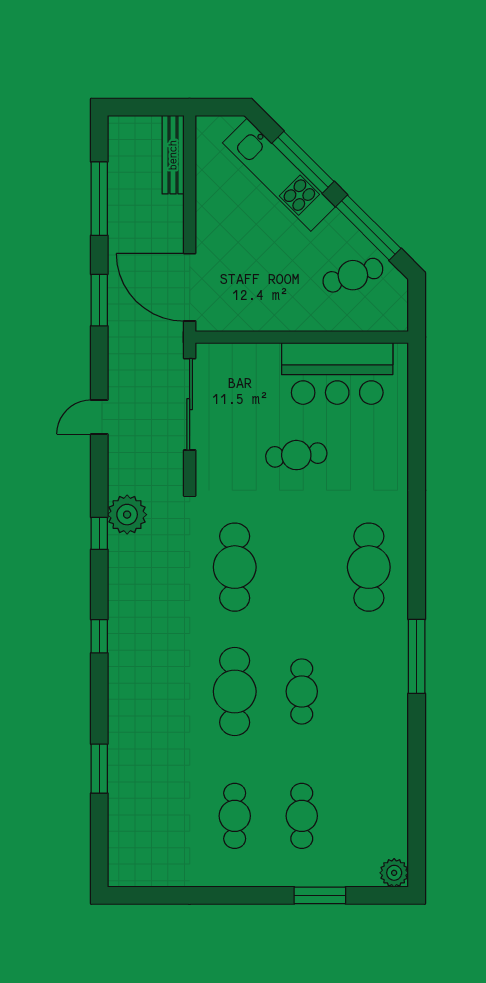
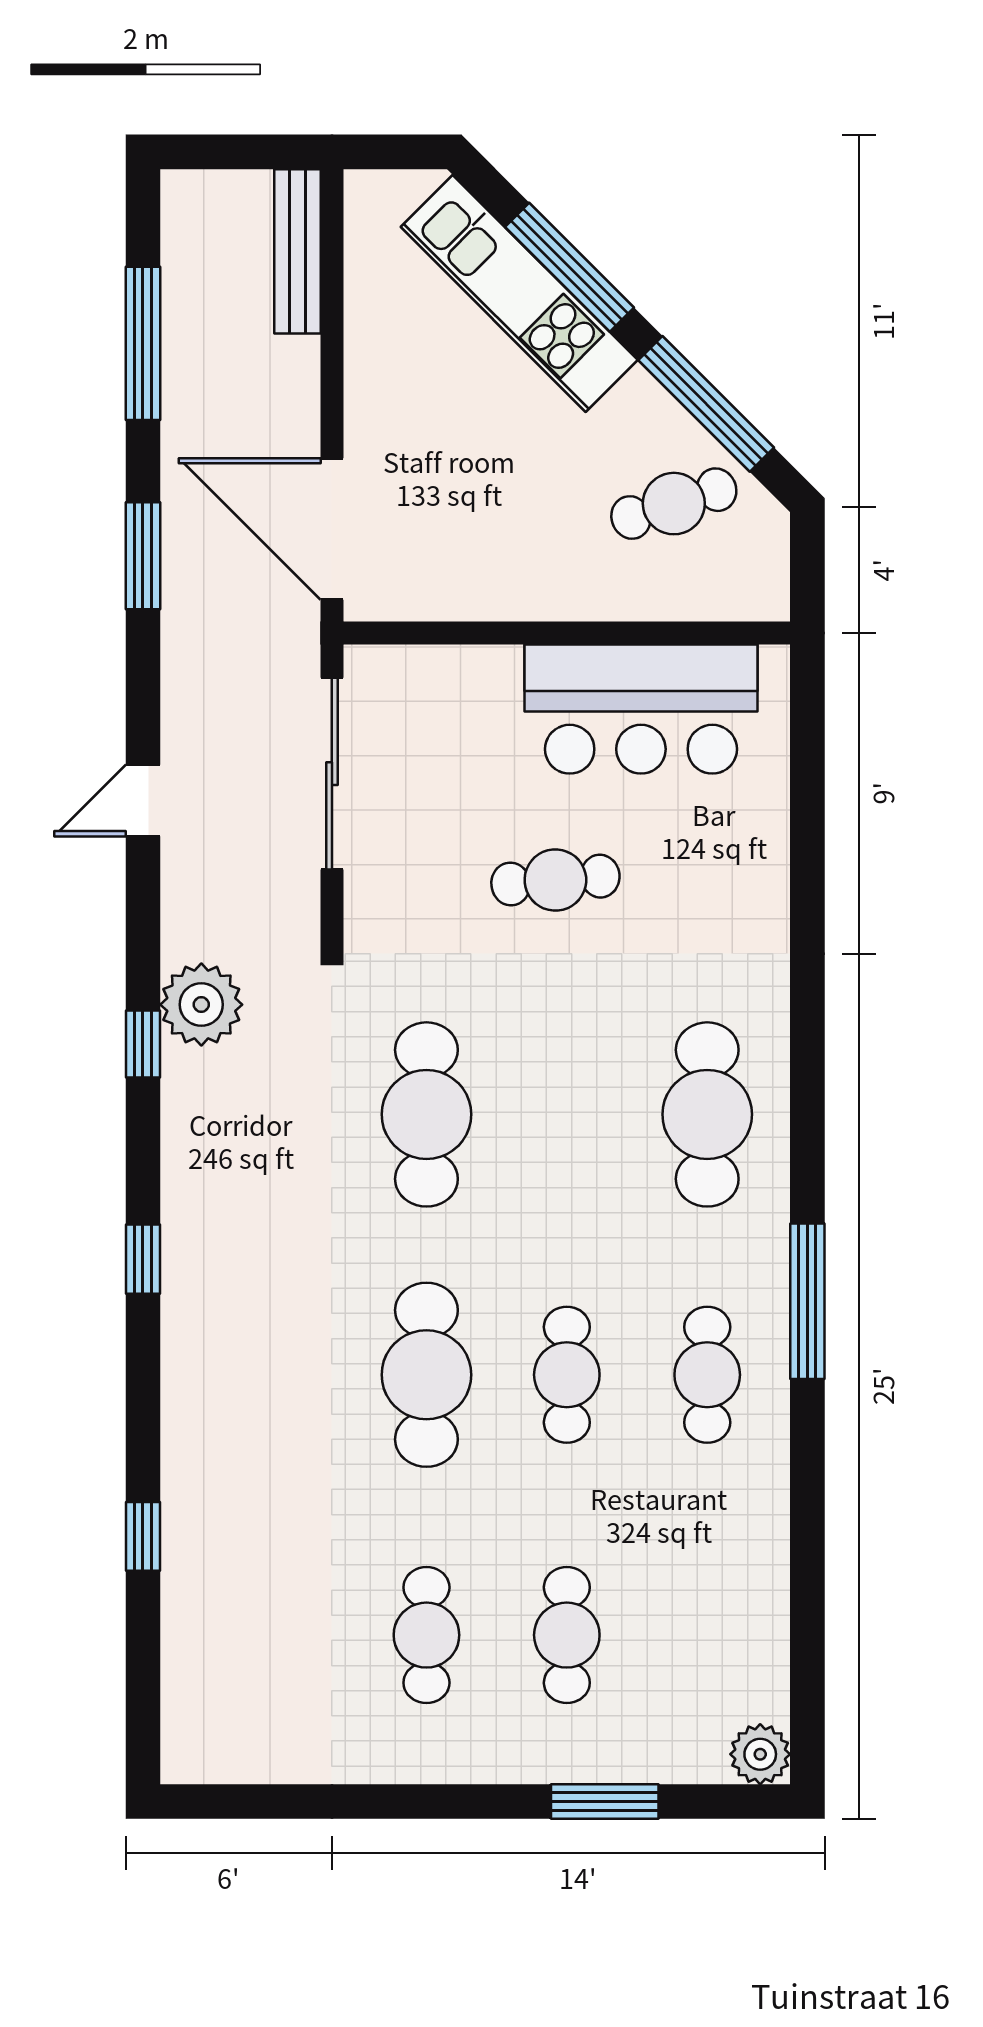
cafe table: (369, 691) -> (707, 1375), added
window: (99, 769) -> (143, 1536), width x0.67

